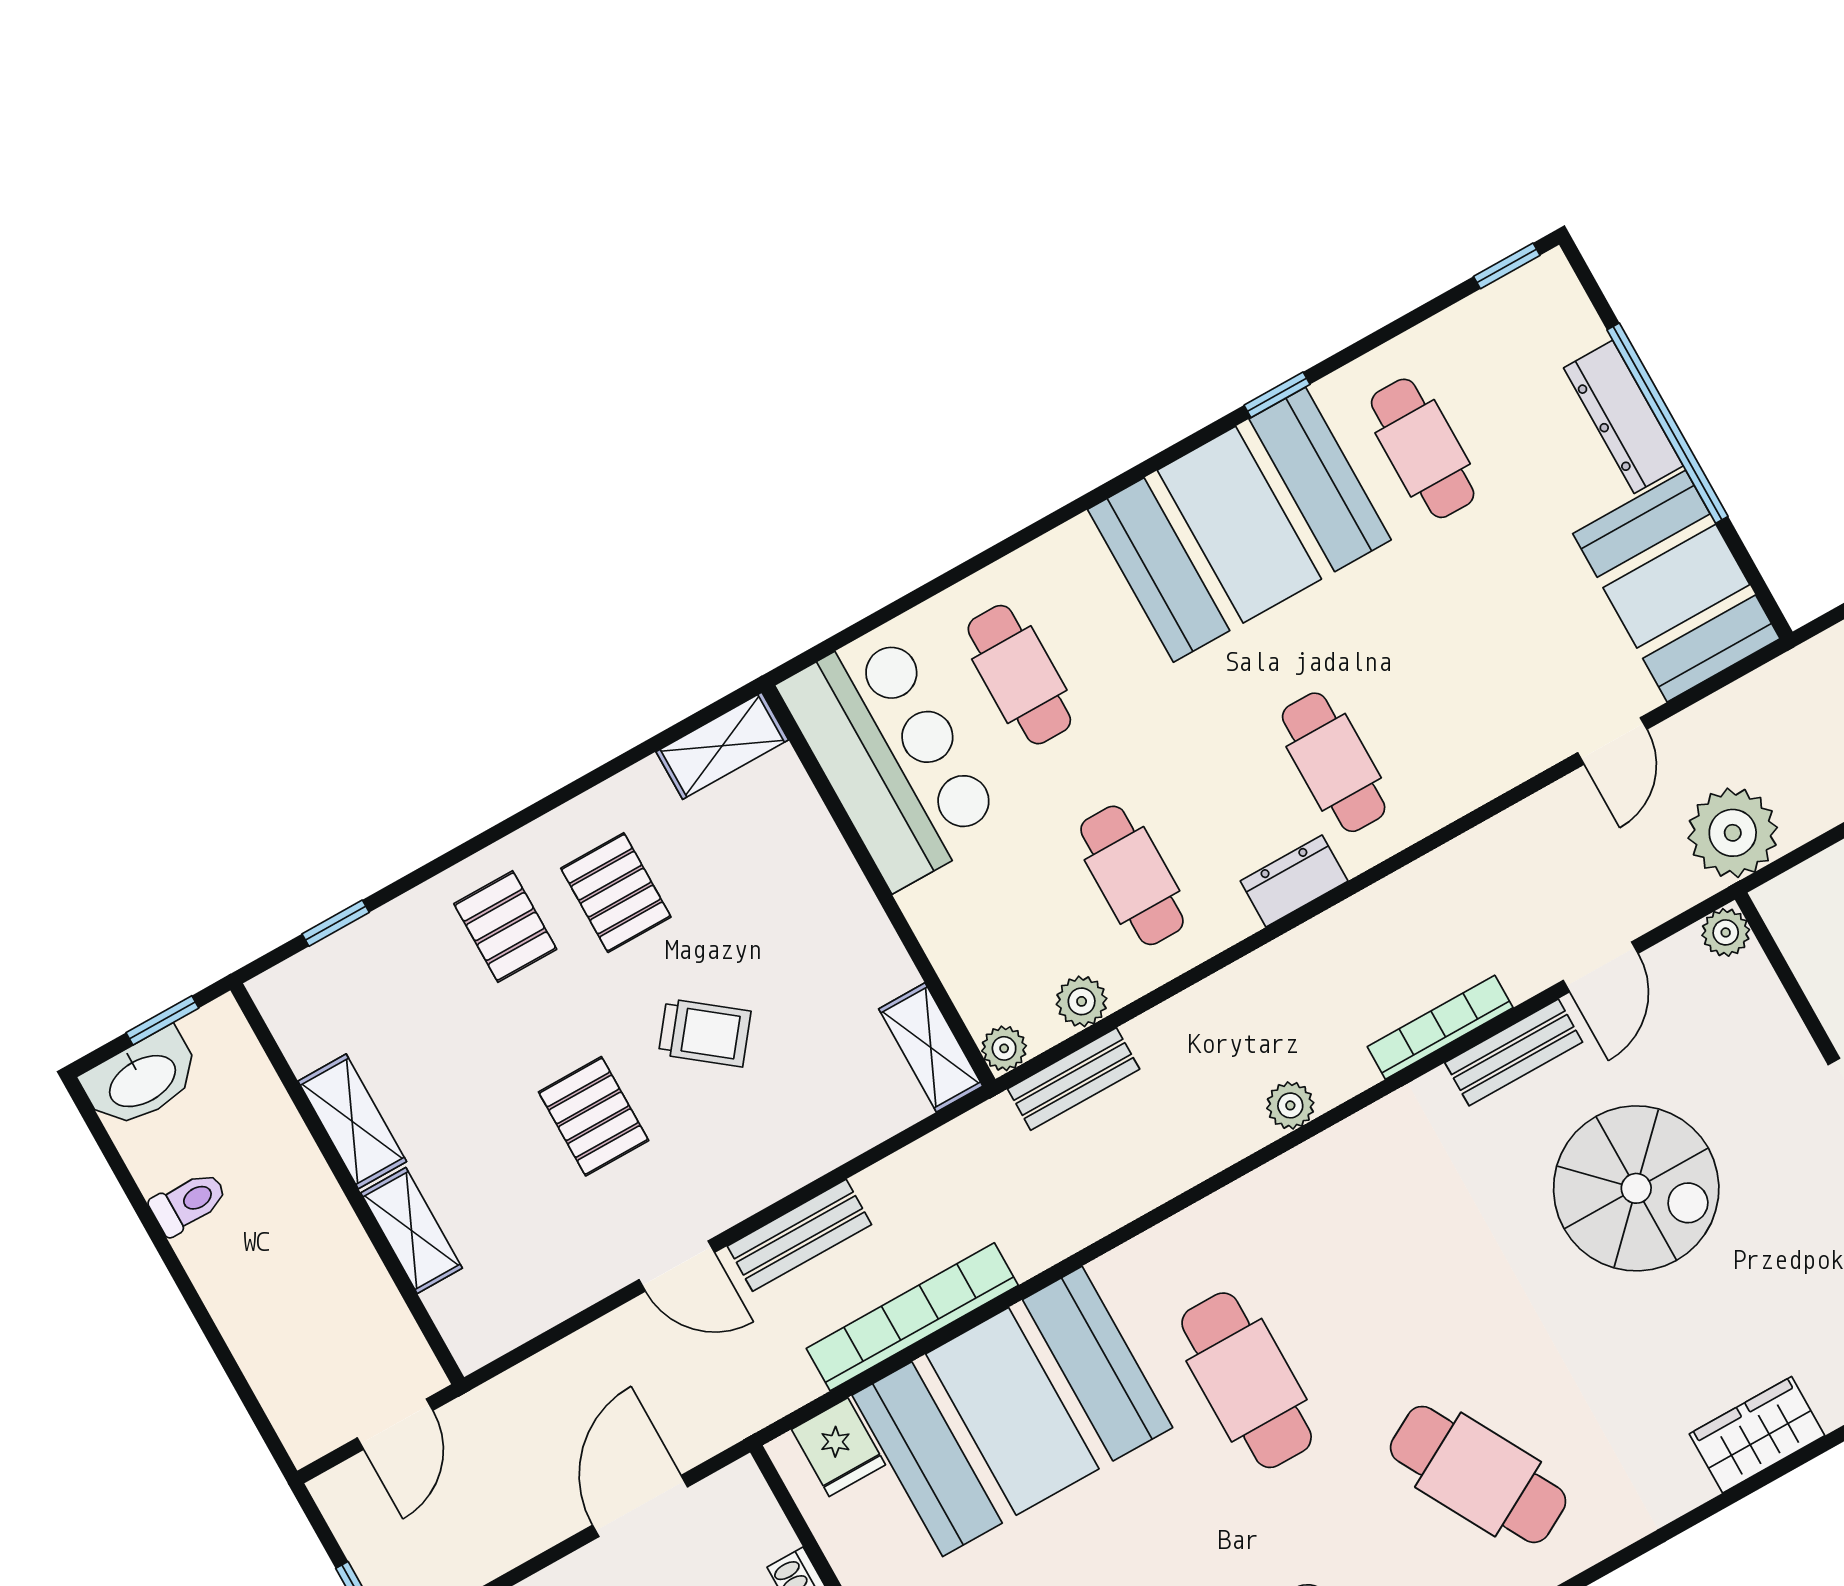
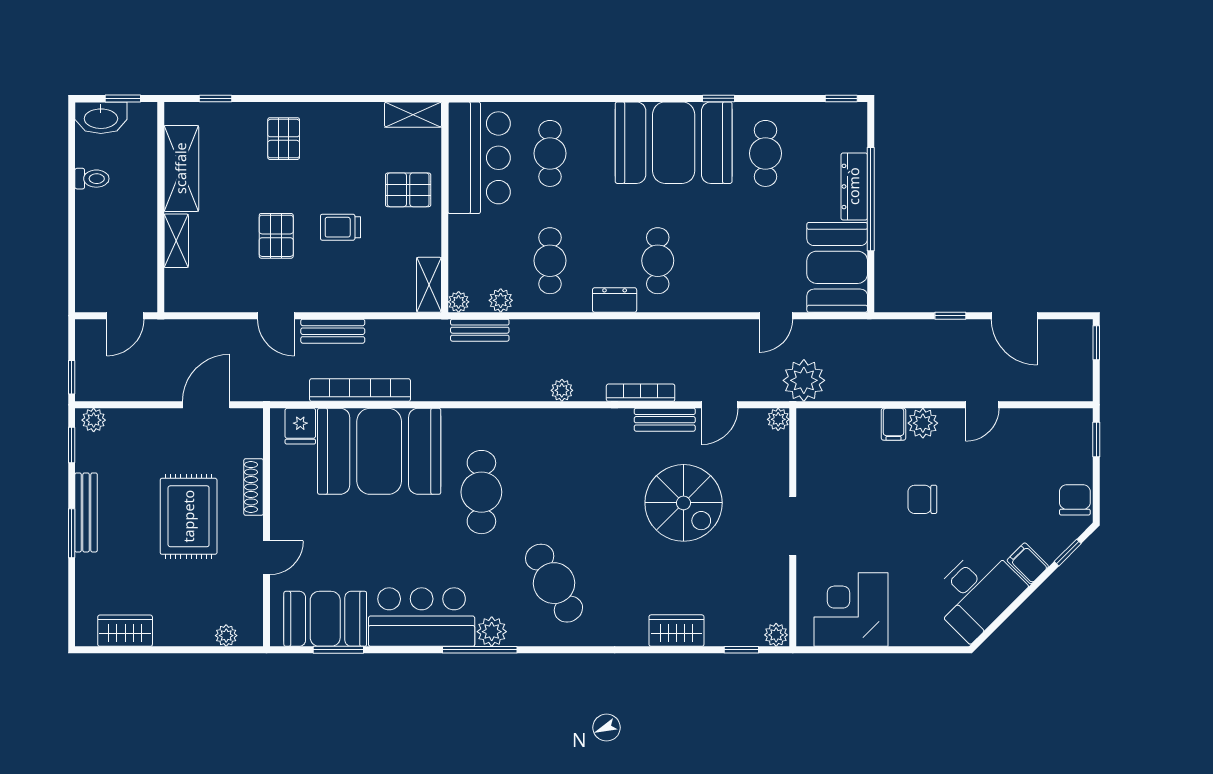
pallet: (616, 893) -> (408, 190), moved, turned 90
trolley: (705, 1033) -> (340, 227), turned 142
shelving: (352, 1121) -> (181, 168), width x1.50, depth x1.33

